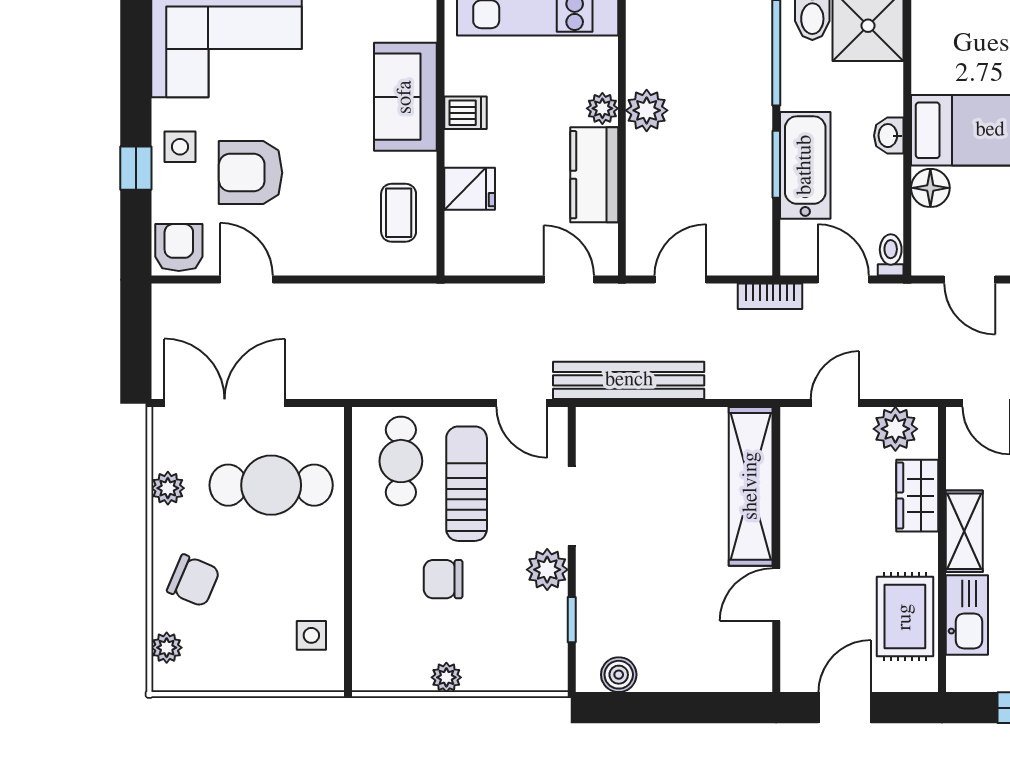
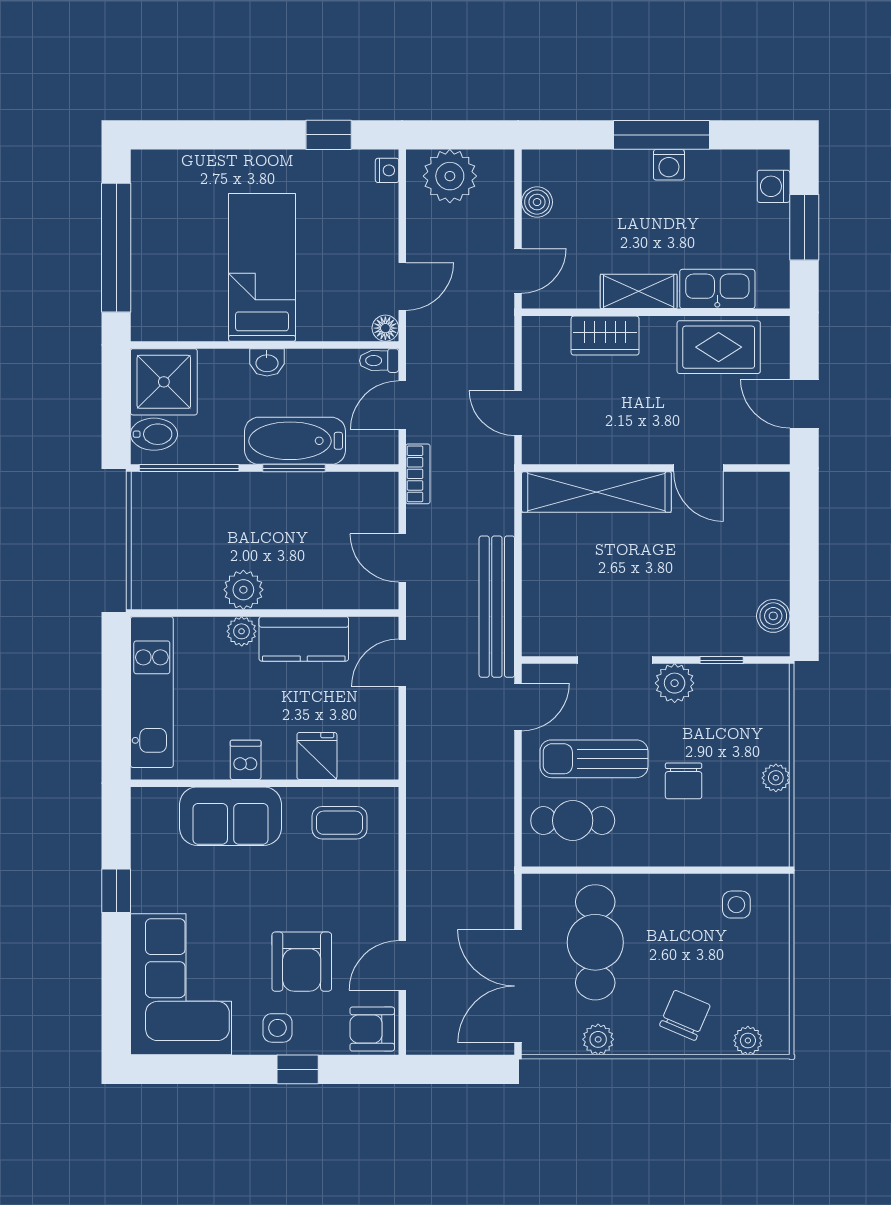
floor lamp: (930, 188) -> (385, 328), moved, width x0.73, depth x0.73
plant: (895, 429) -> (542, 356), removed

